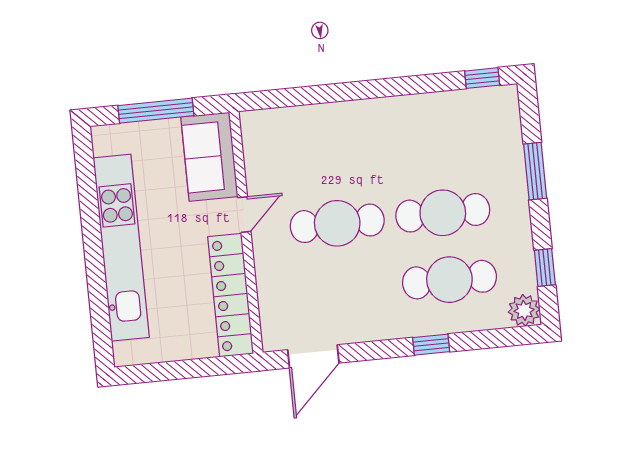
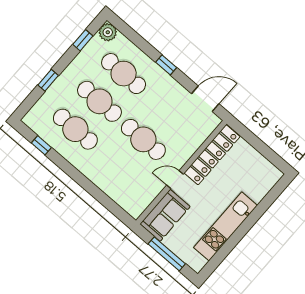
window: (482, 78) -> (41, 145), moved
cafe table: (436, 146) -> (75, 129), added
window: (535, 171) -> (48, 80), width x0.67
kitchen unit: (121, 248) -> (226, 226), width x0.73
window: (431, 345) -> (166, 65), moved

